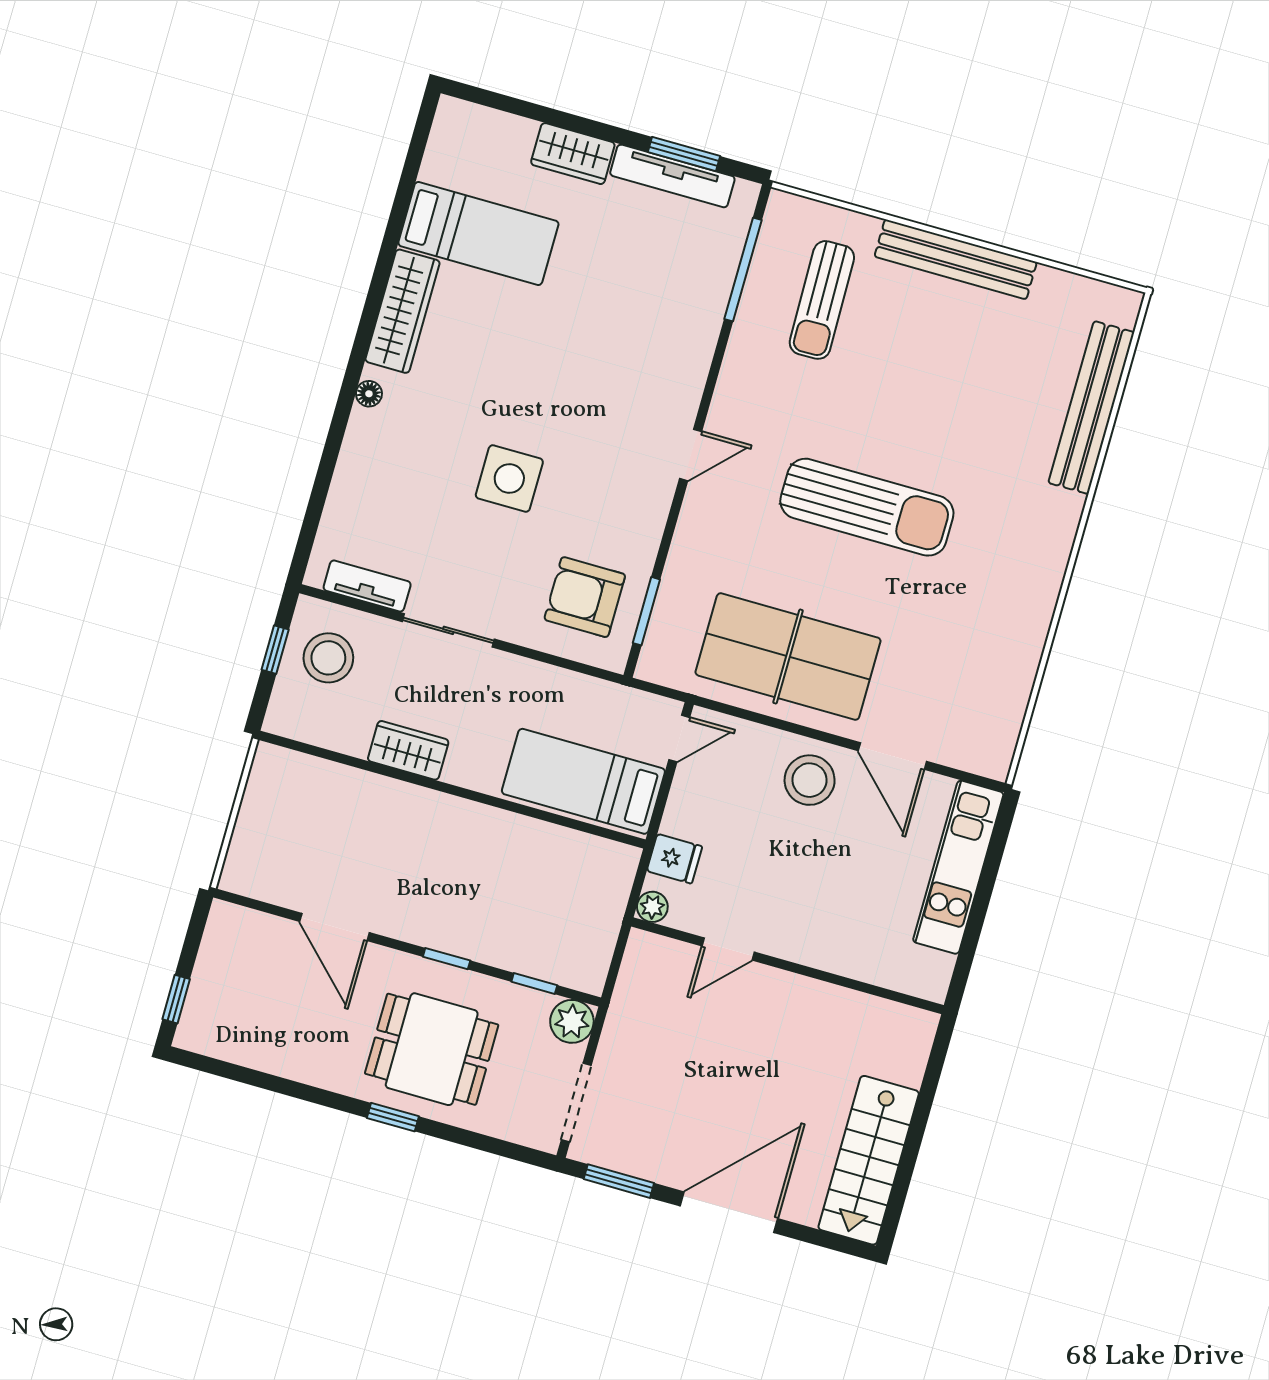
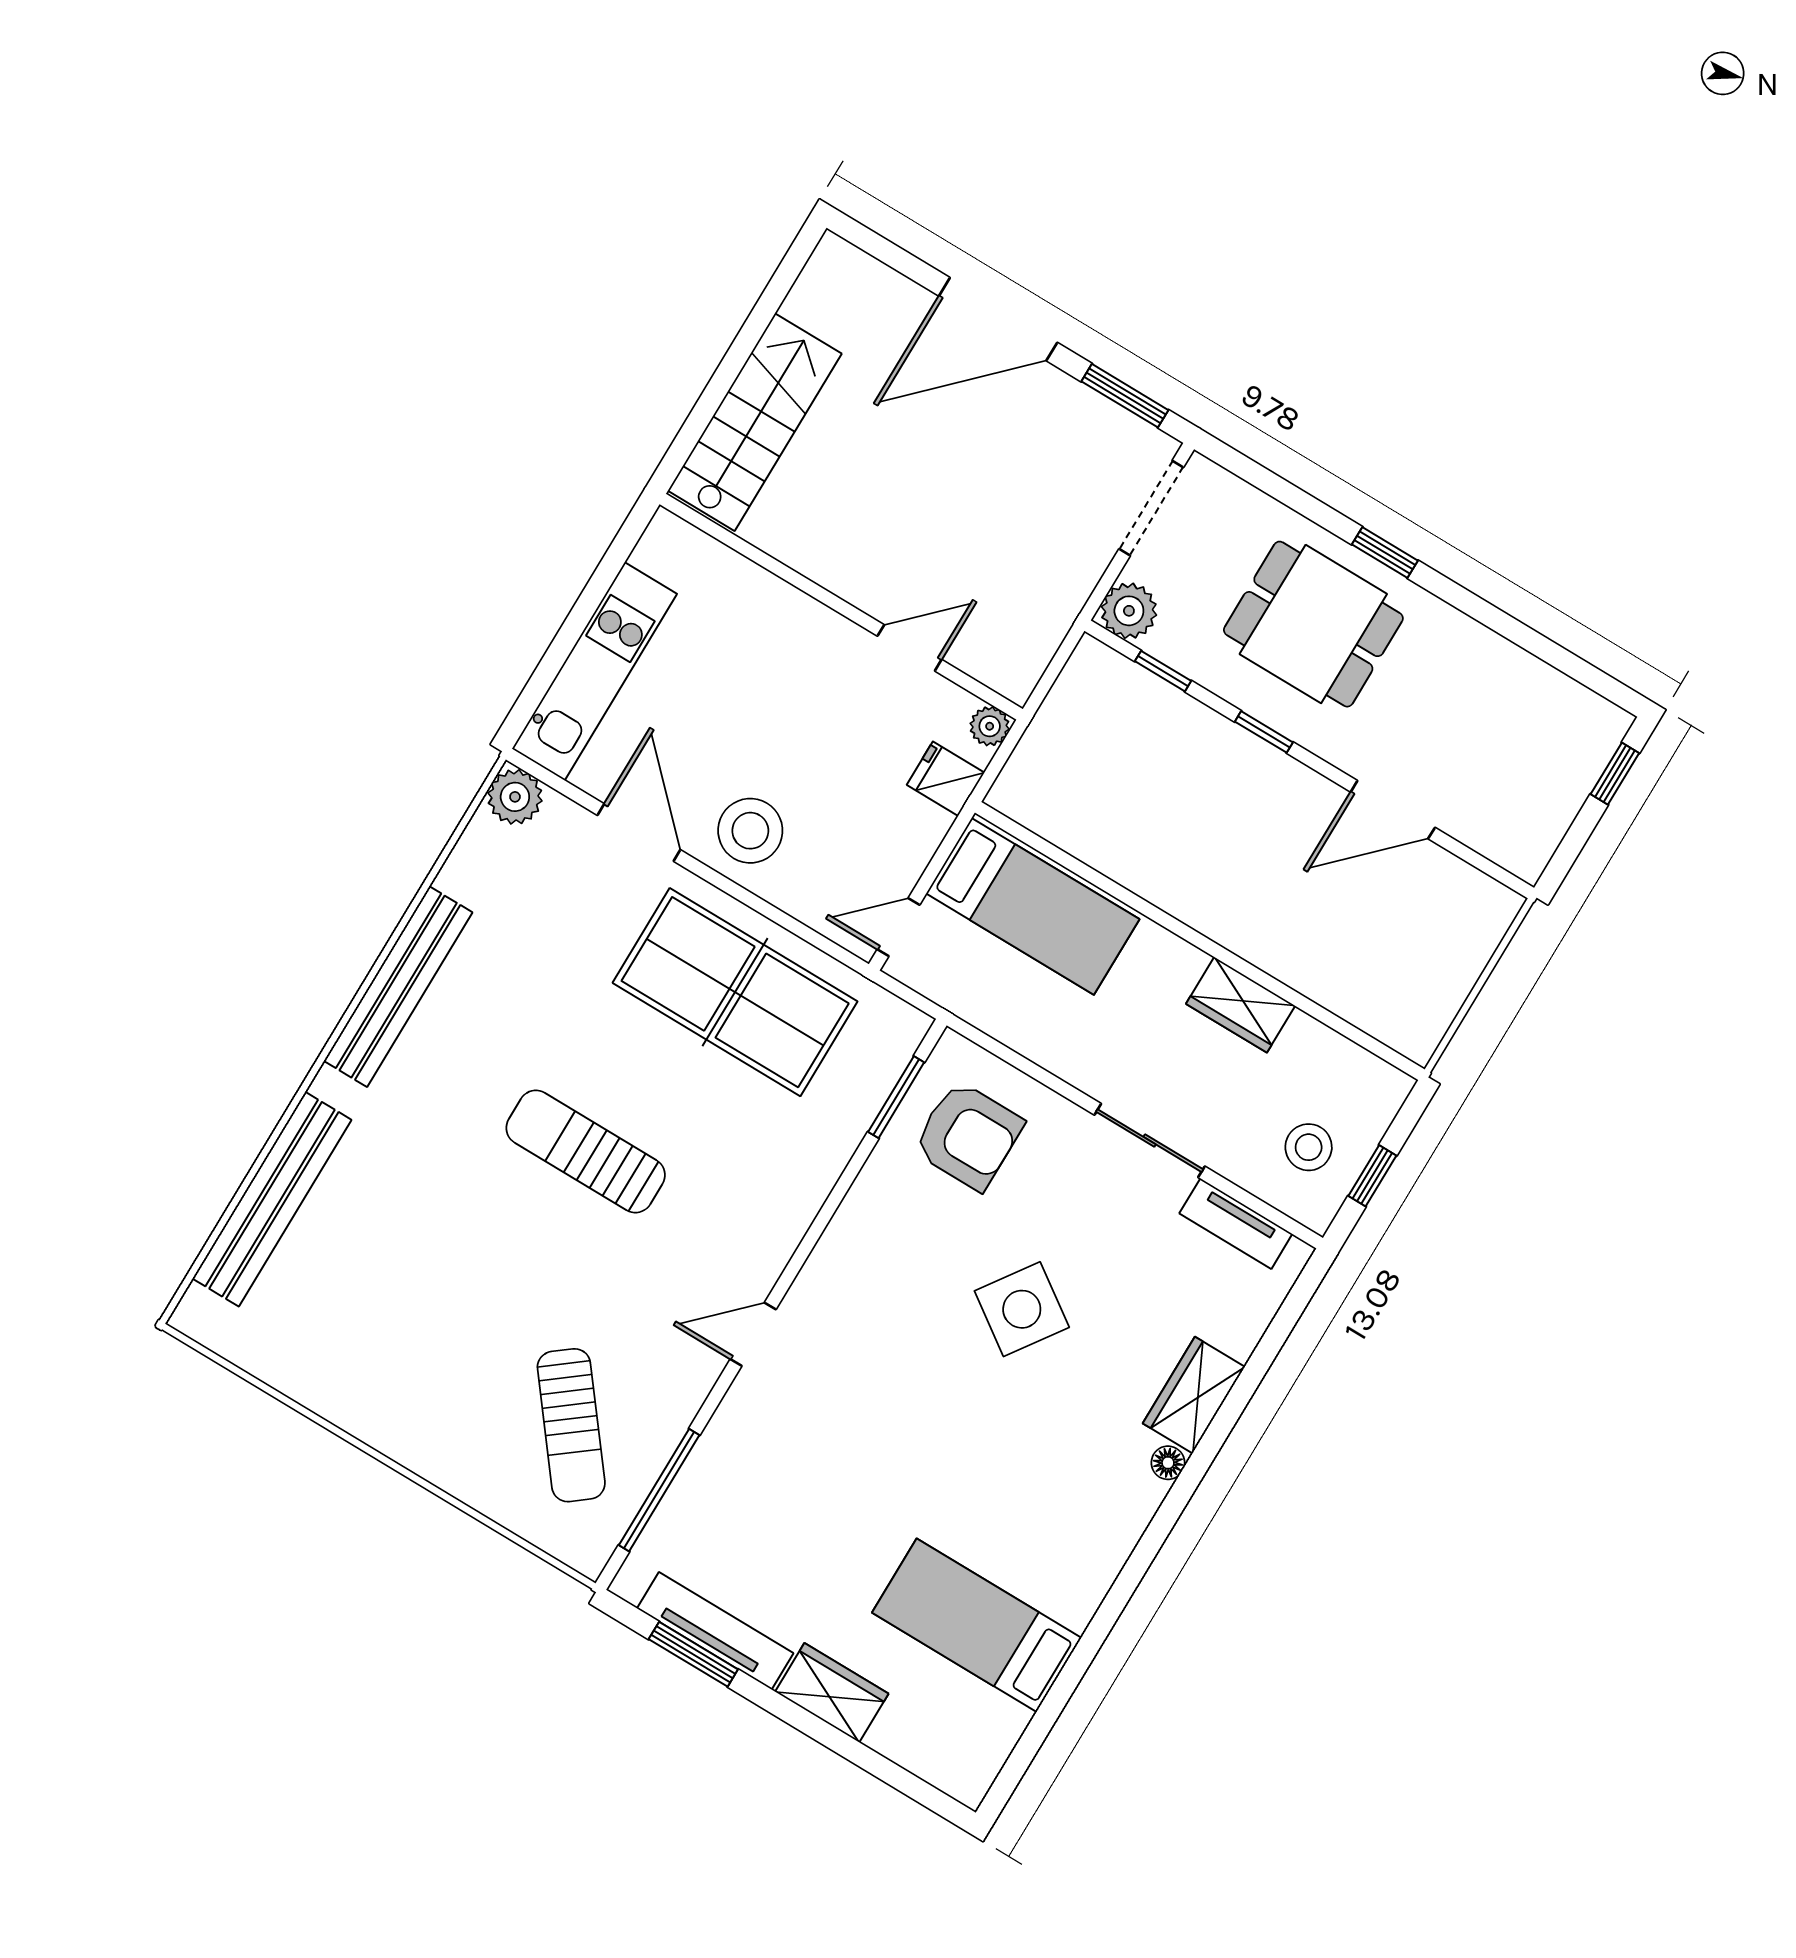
bench: (956, 259) -> (398, 987), moved, turned 90
sun lounger: (822, 300) -> (571, 1425), turned 143
wardrobe: (403, 311) -> (1194, 1395), moved, width x0.67
door: (691, 455) -> (753, 1334), moved
side table: (509, 479) -> (1022, 1309), turned 35
sun lounger: (867, 507) -> (586, 1151), width x0.73, depth x0.75
stool: (328, 658) -> (1309, 1147), width x0.73, depth x0.73
plant: (992, 757) -> (515, 797), added
door: (334, 927) -> (1393, 810), swing flipped
stairs: (869, 1160) -> (755, 422), moved

